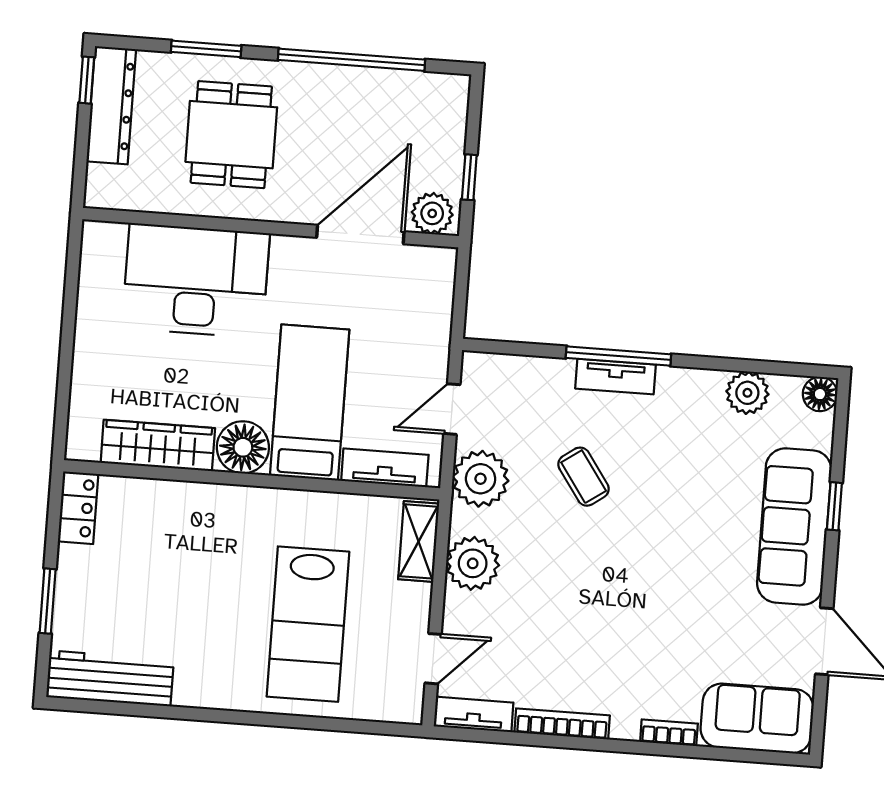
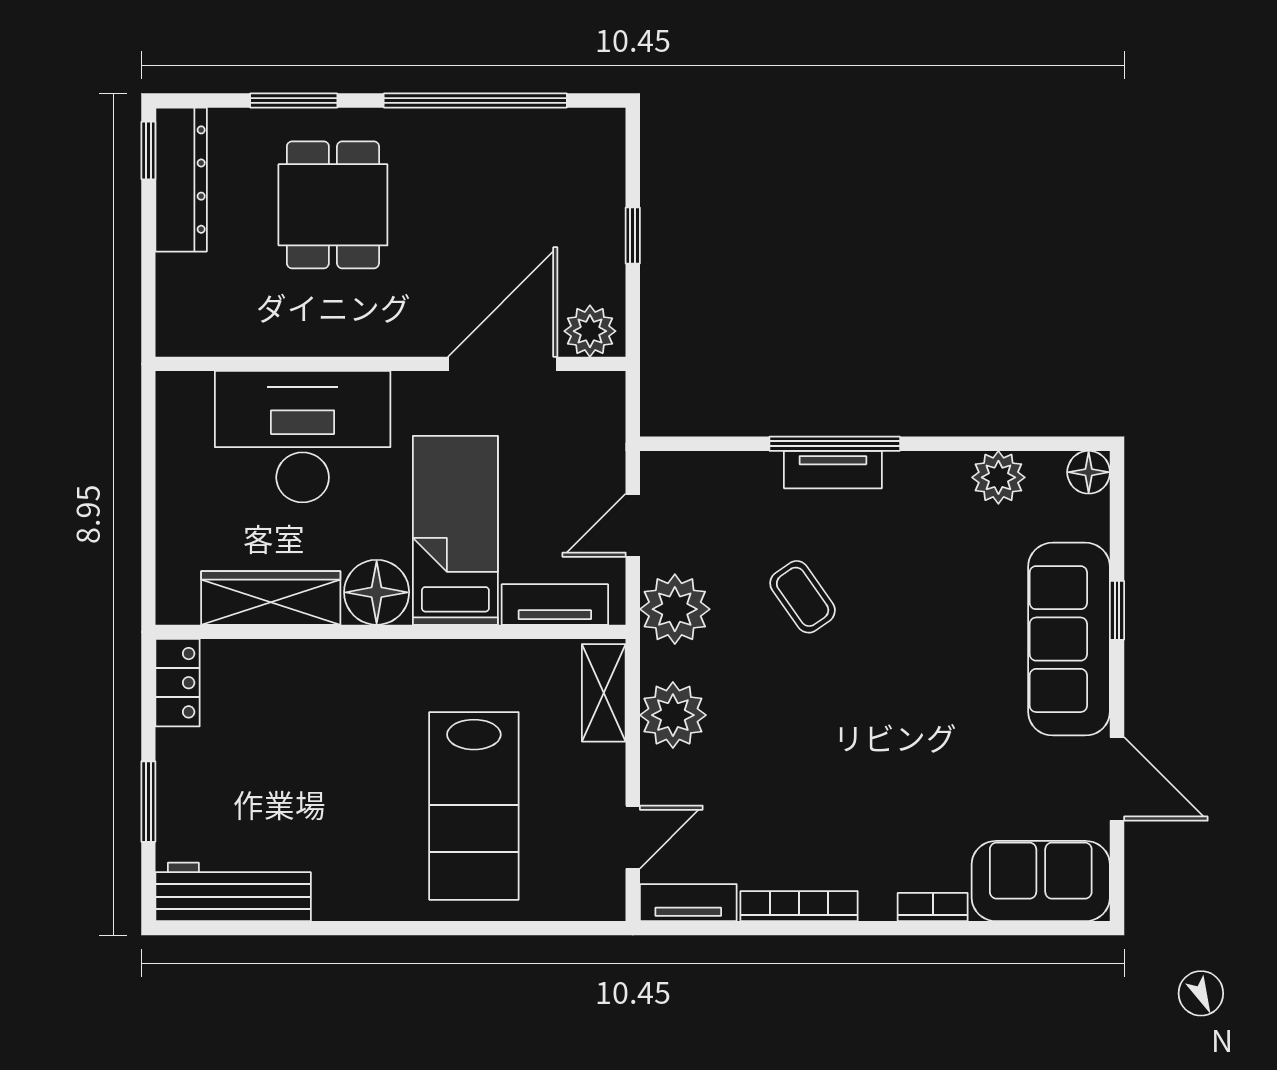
plant: (432, 213) -> (590, 331), moved
wall: (271, 228) -> (391, 364), moved
door: (360, 234) -> (503, 364), moved
desk: (196, 281) -> (303, 437), moved

